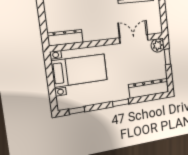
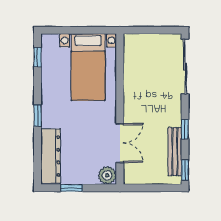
dresser: (65, 38) -> (131, 55), removed
window: (167, 57) -> (72, 188), moved

